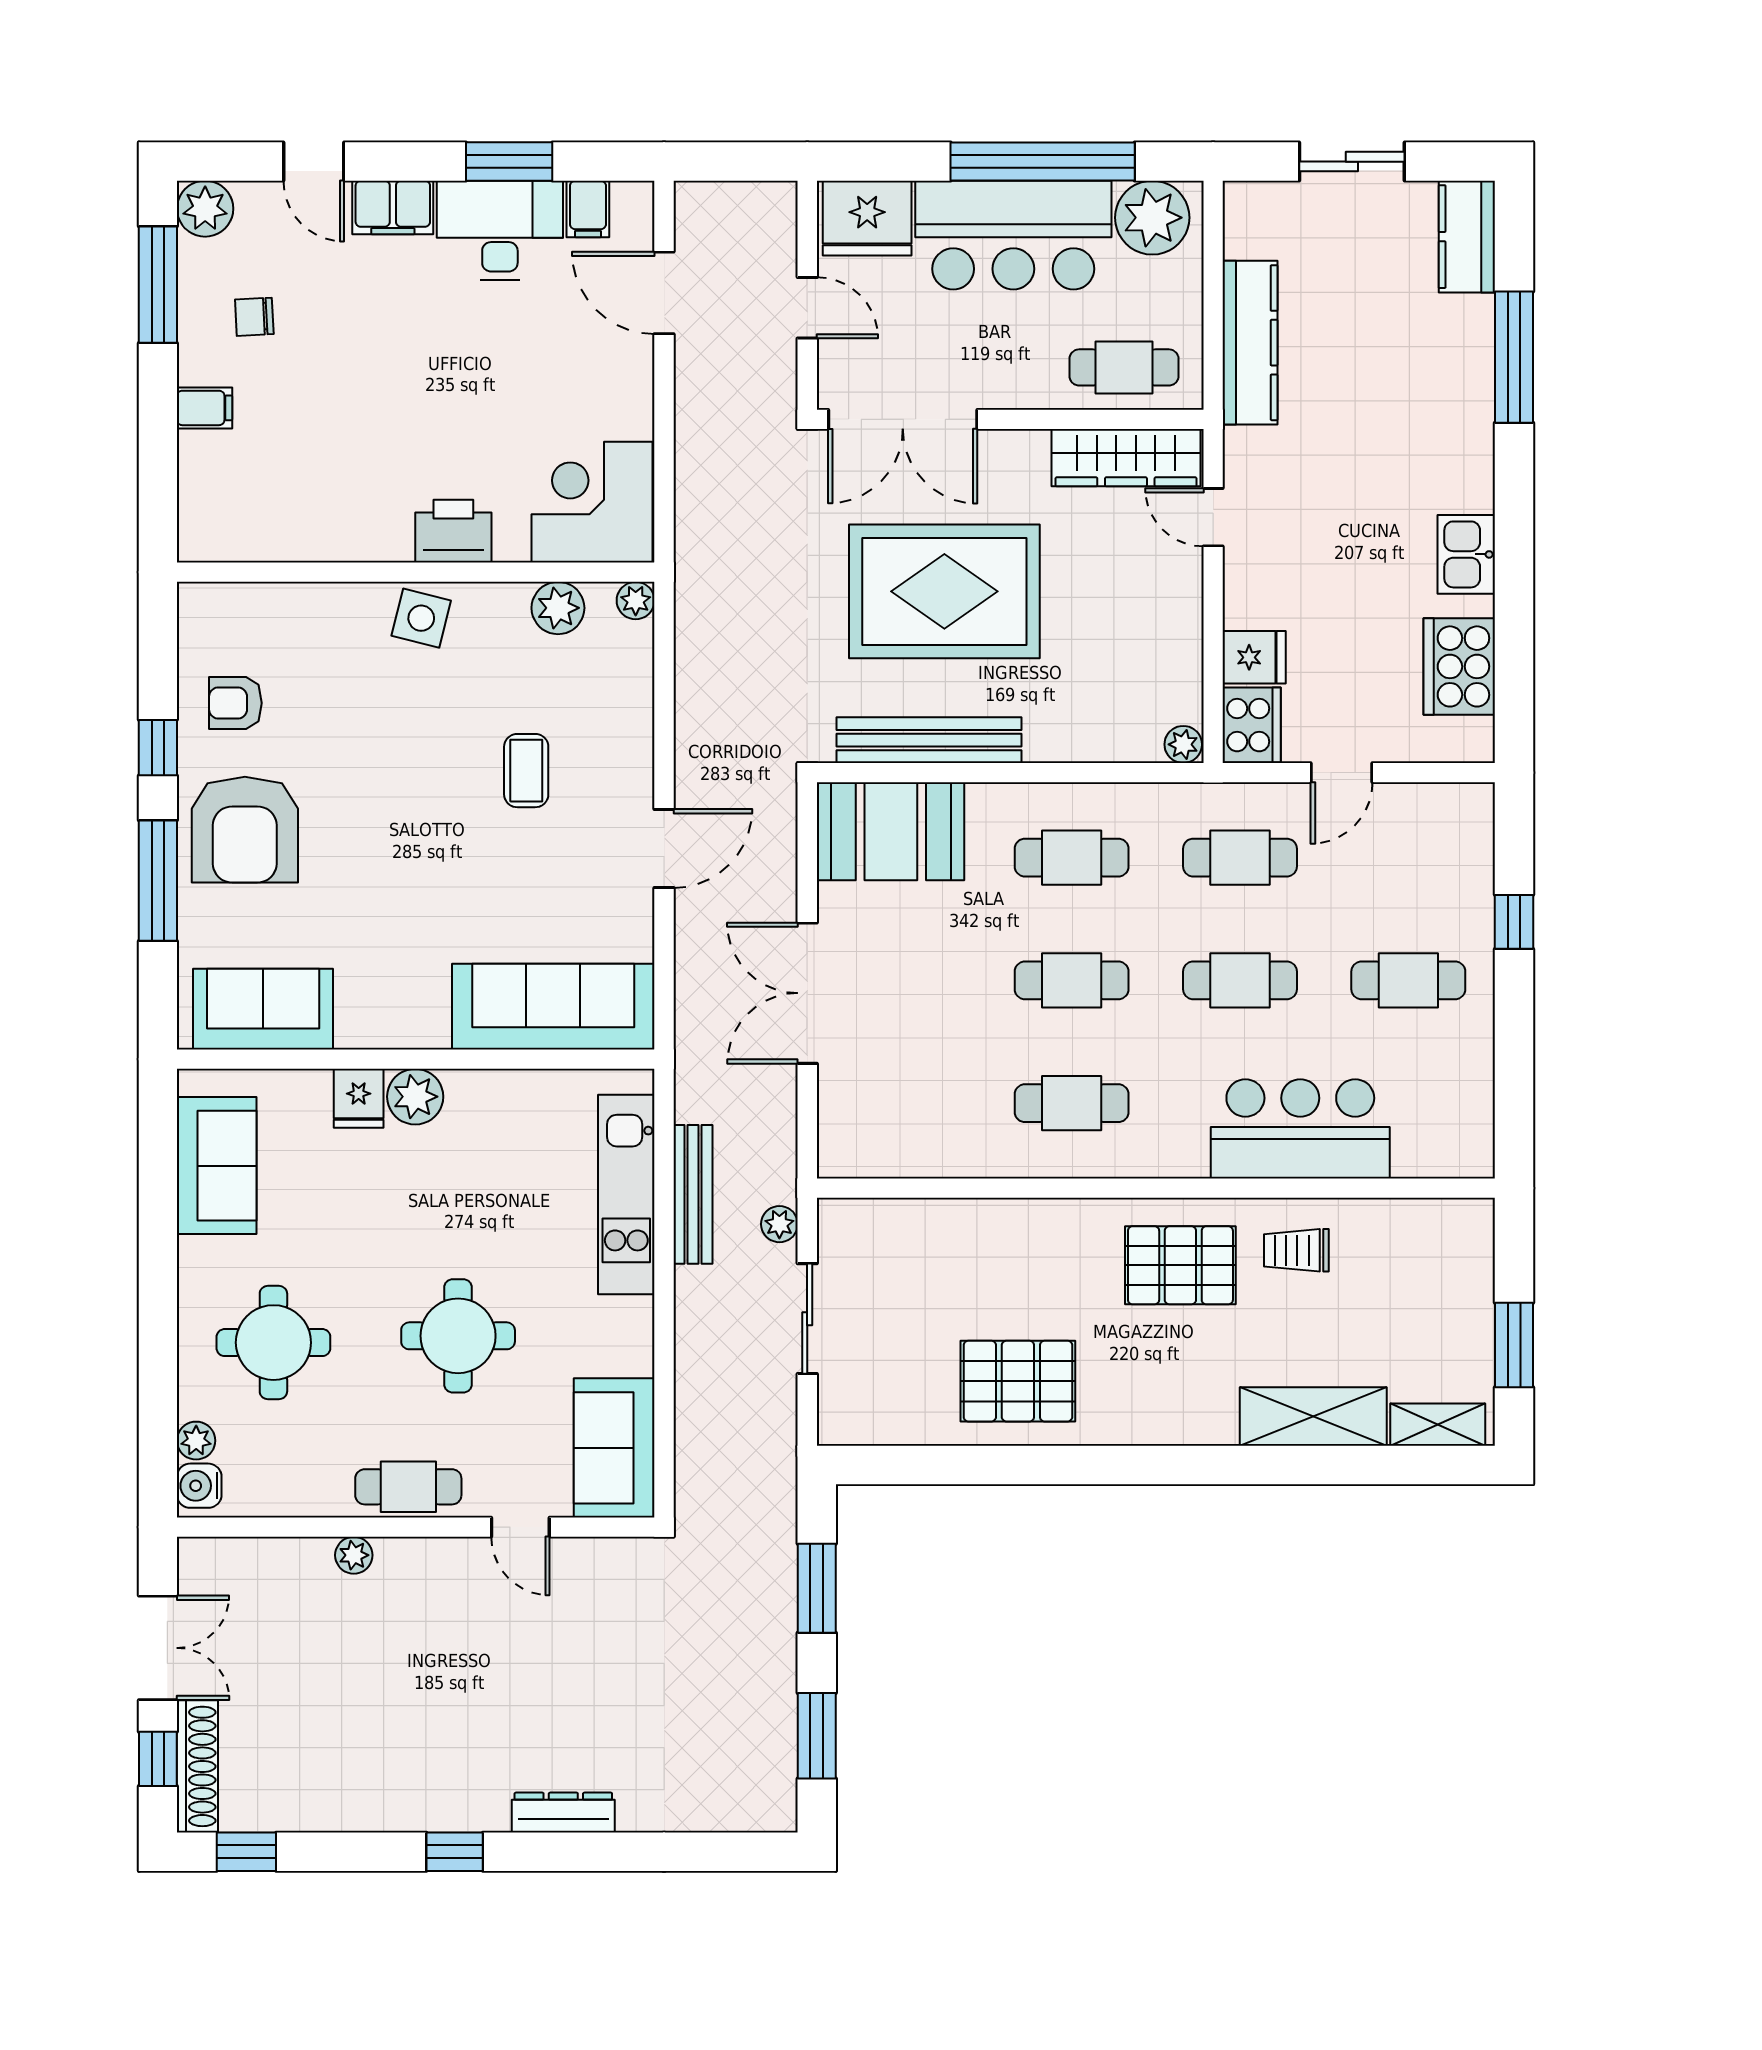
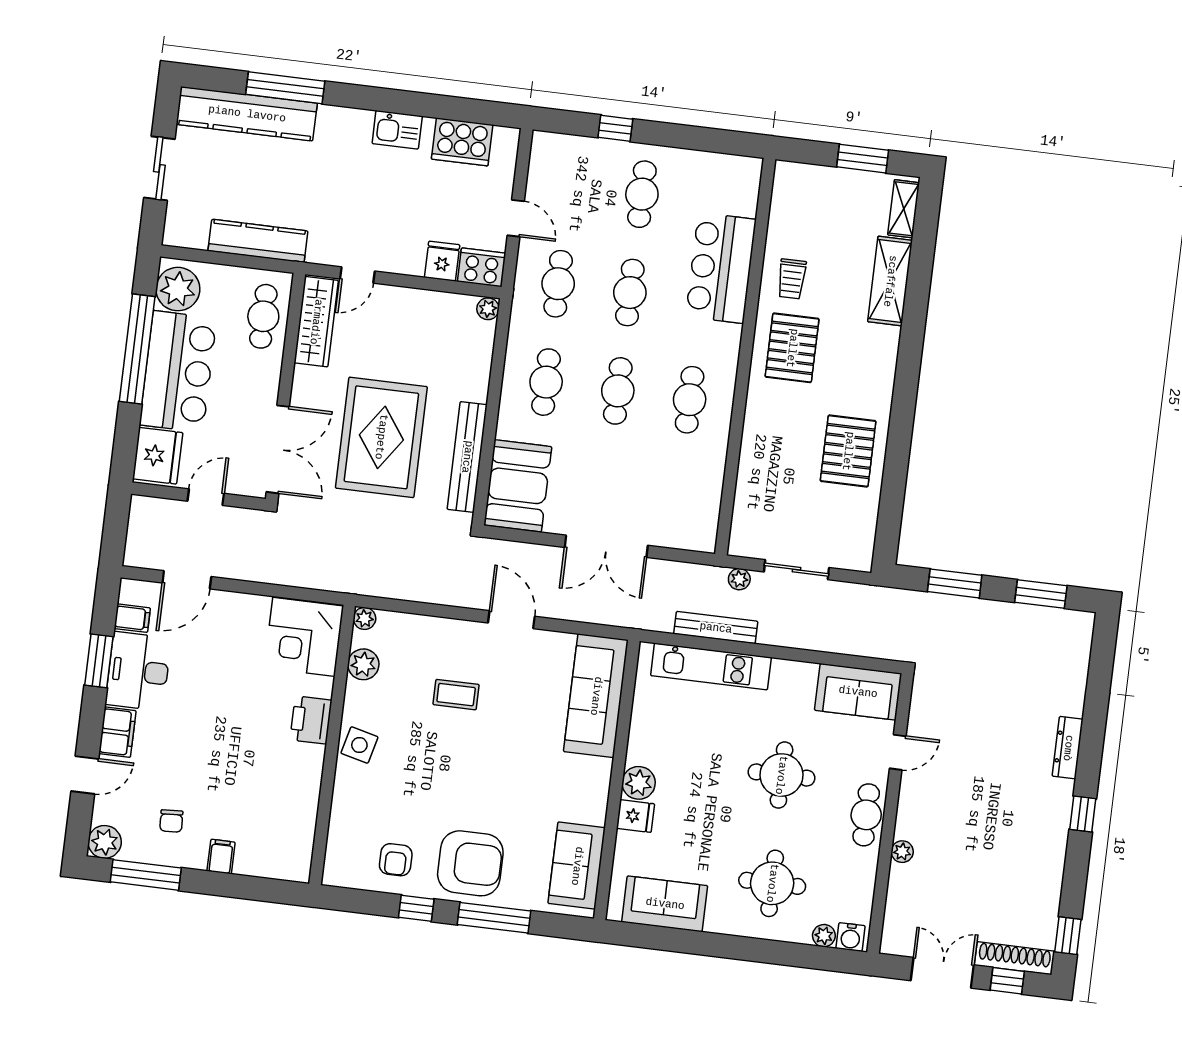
kitchen counter: (1467, 237) -> (247, 114), width x2.08, depth x1.17

